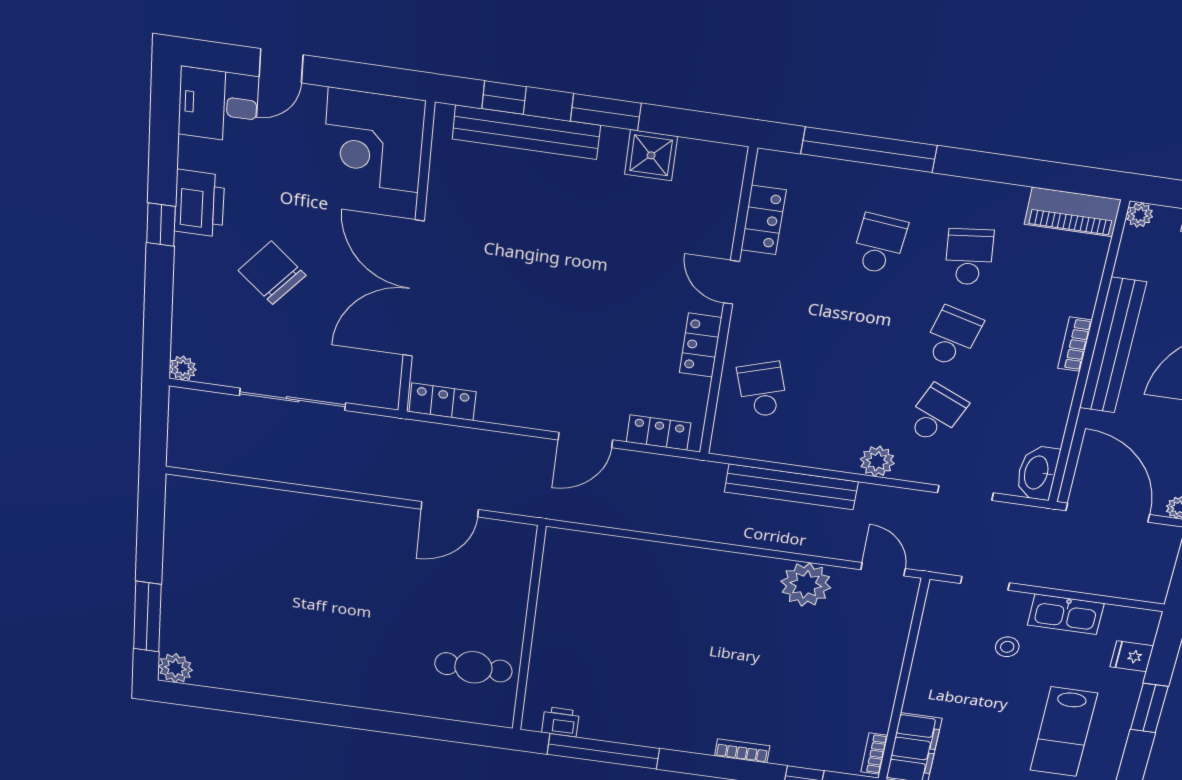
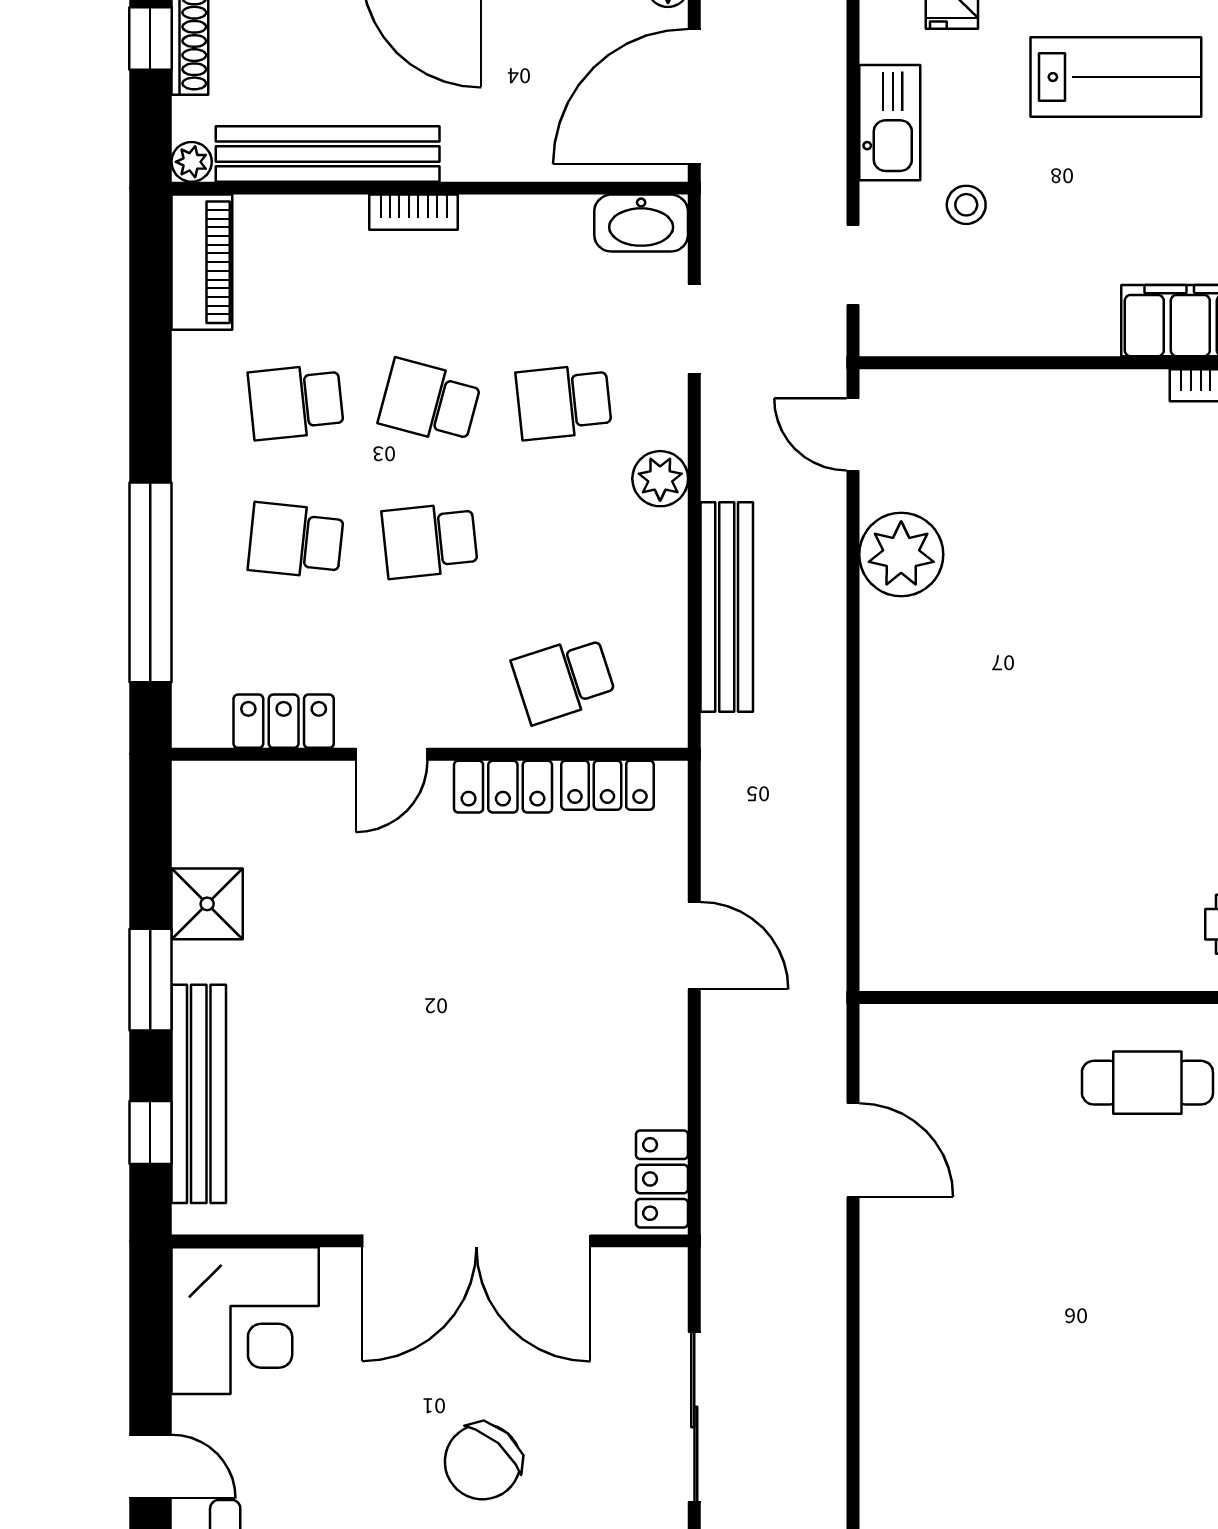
school desk: (864, 324) -> (430, 541), added
bench: (1113, 346) -> (328, 154), moved
school desk: (936, 414) -> (564, 402), turned -30
locker: (658, 433) -> (607, 785), moved, turned -90
door: (883, 569) -> (853, 434), hinge flipped
cafe table: (473, 667) -> (1147, 1083), turned 90

